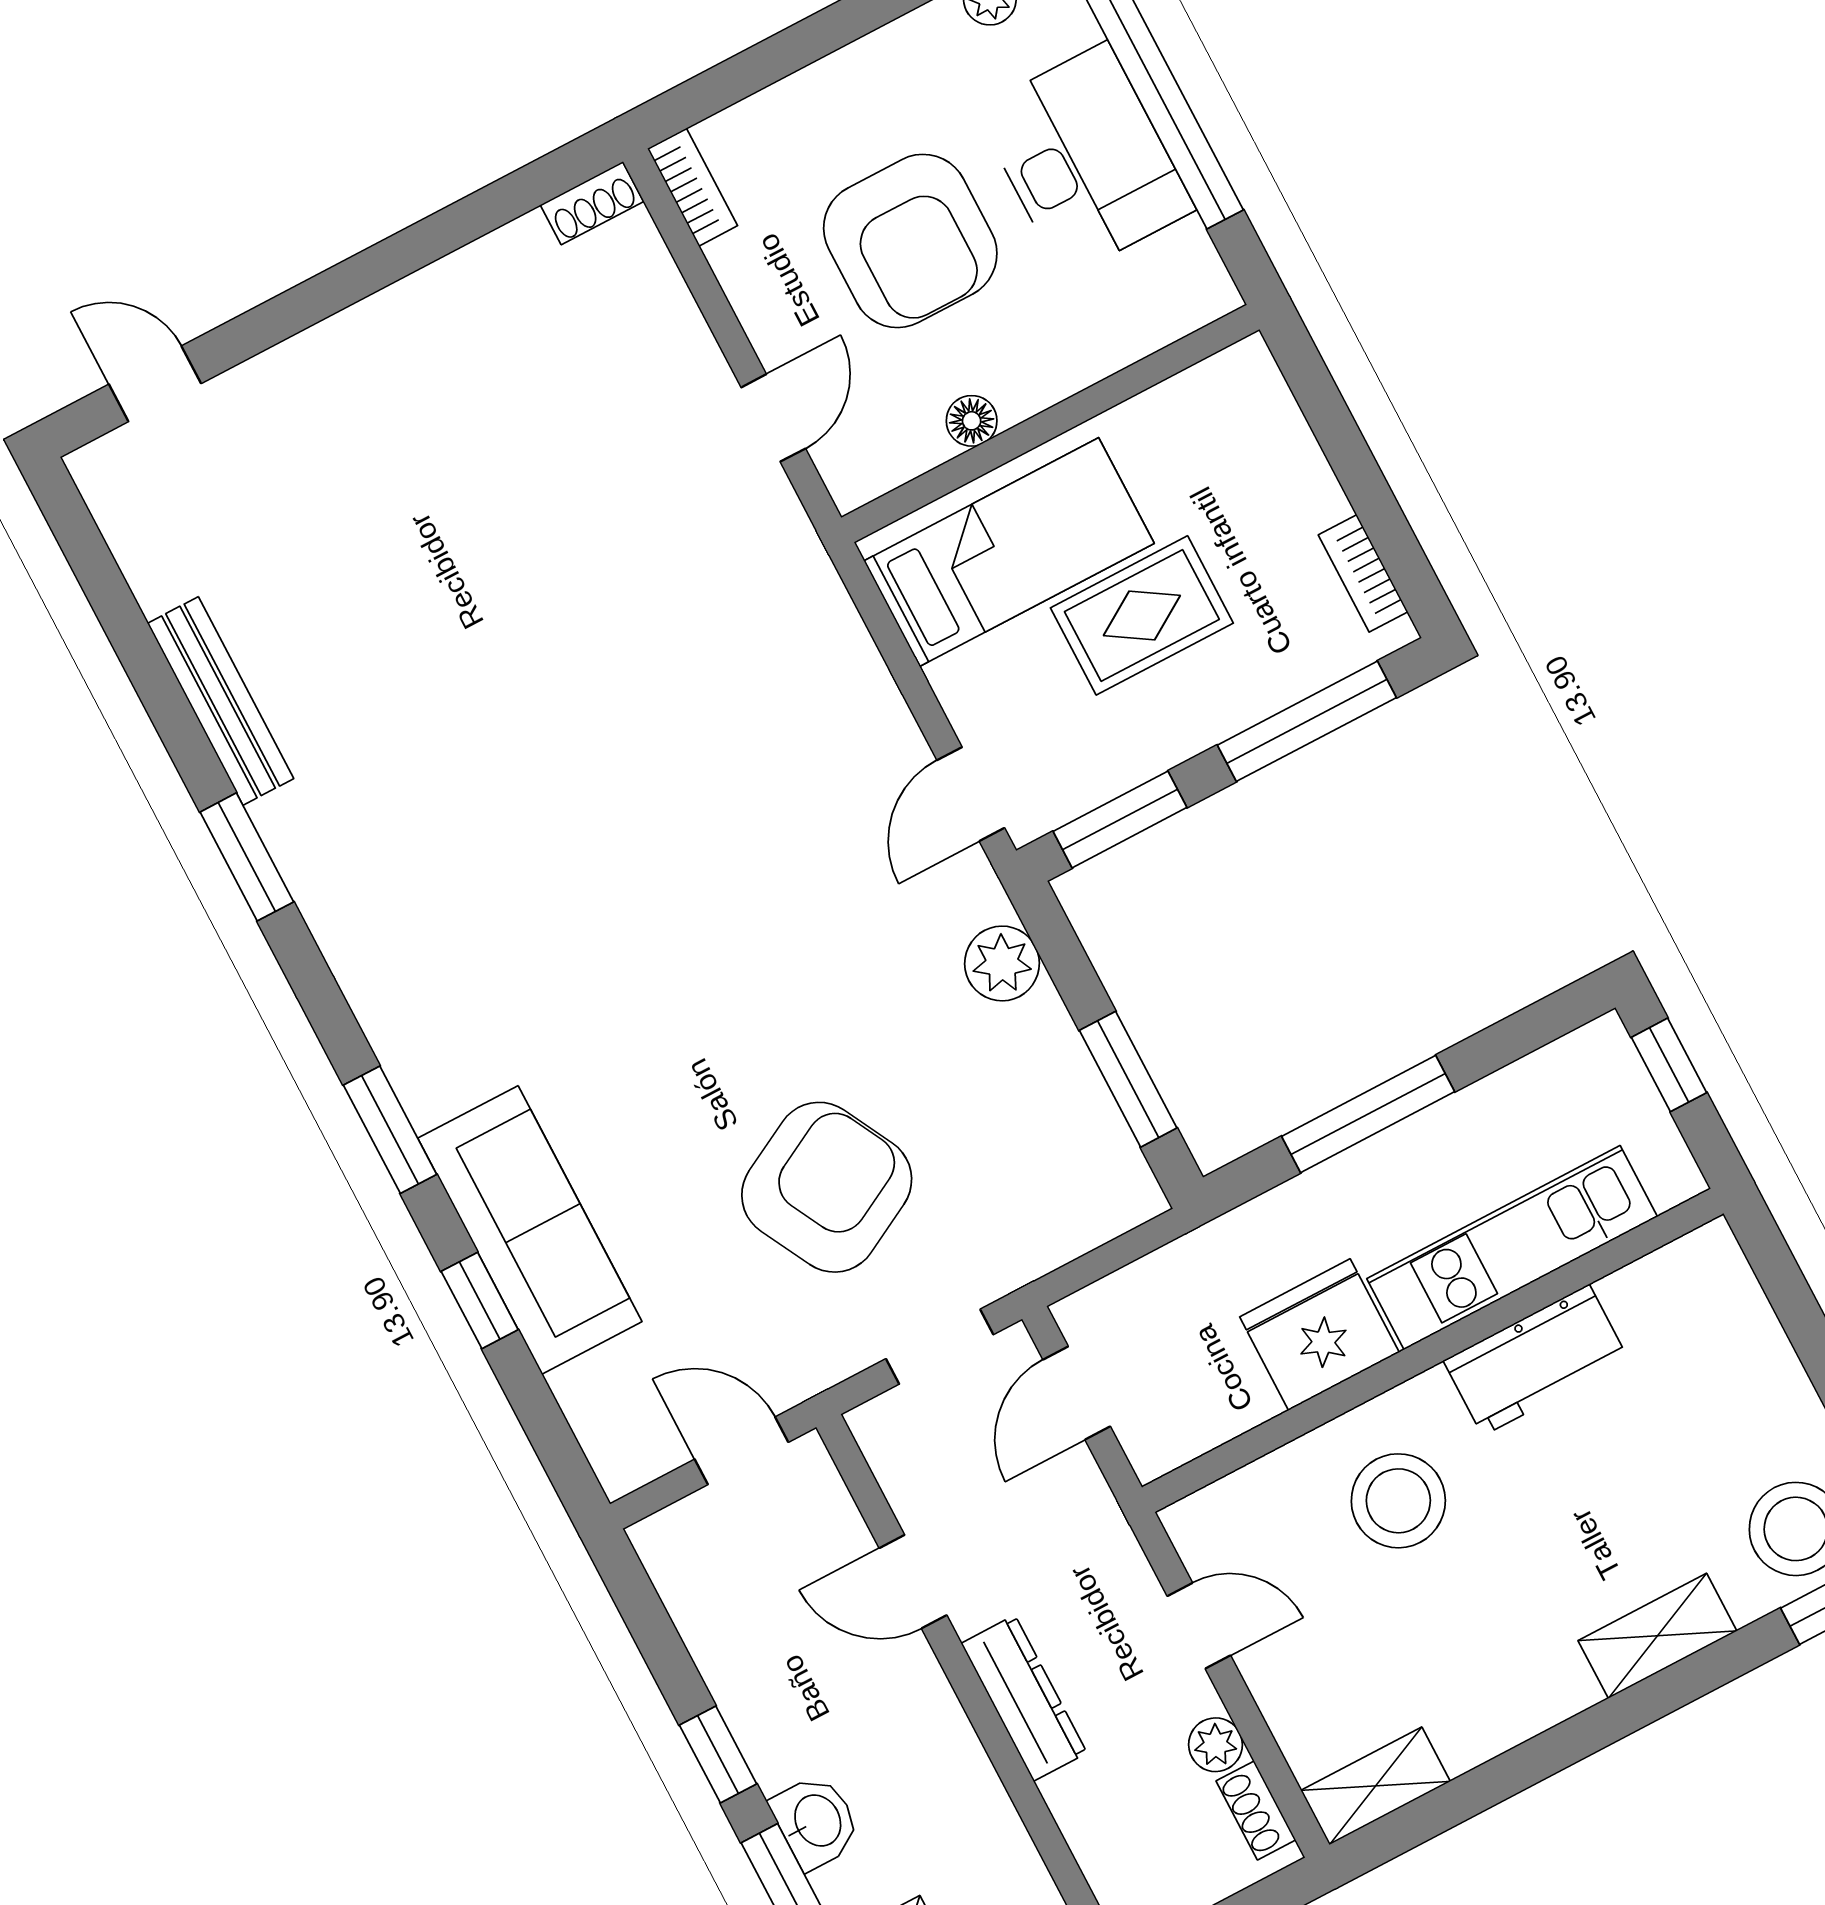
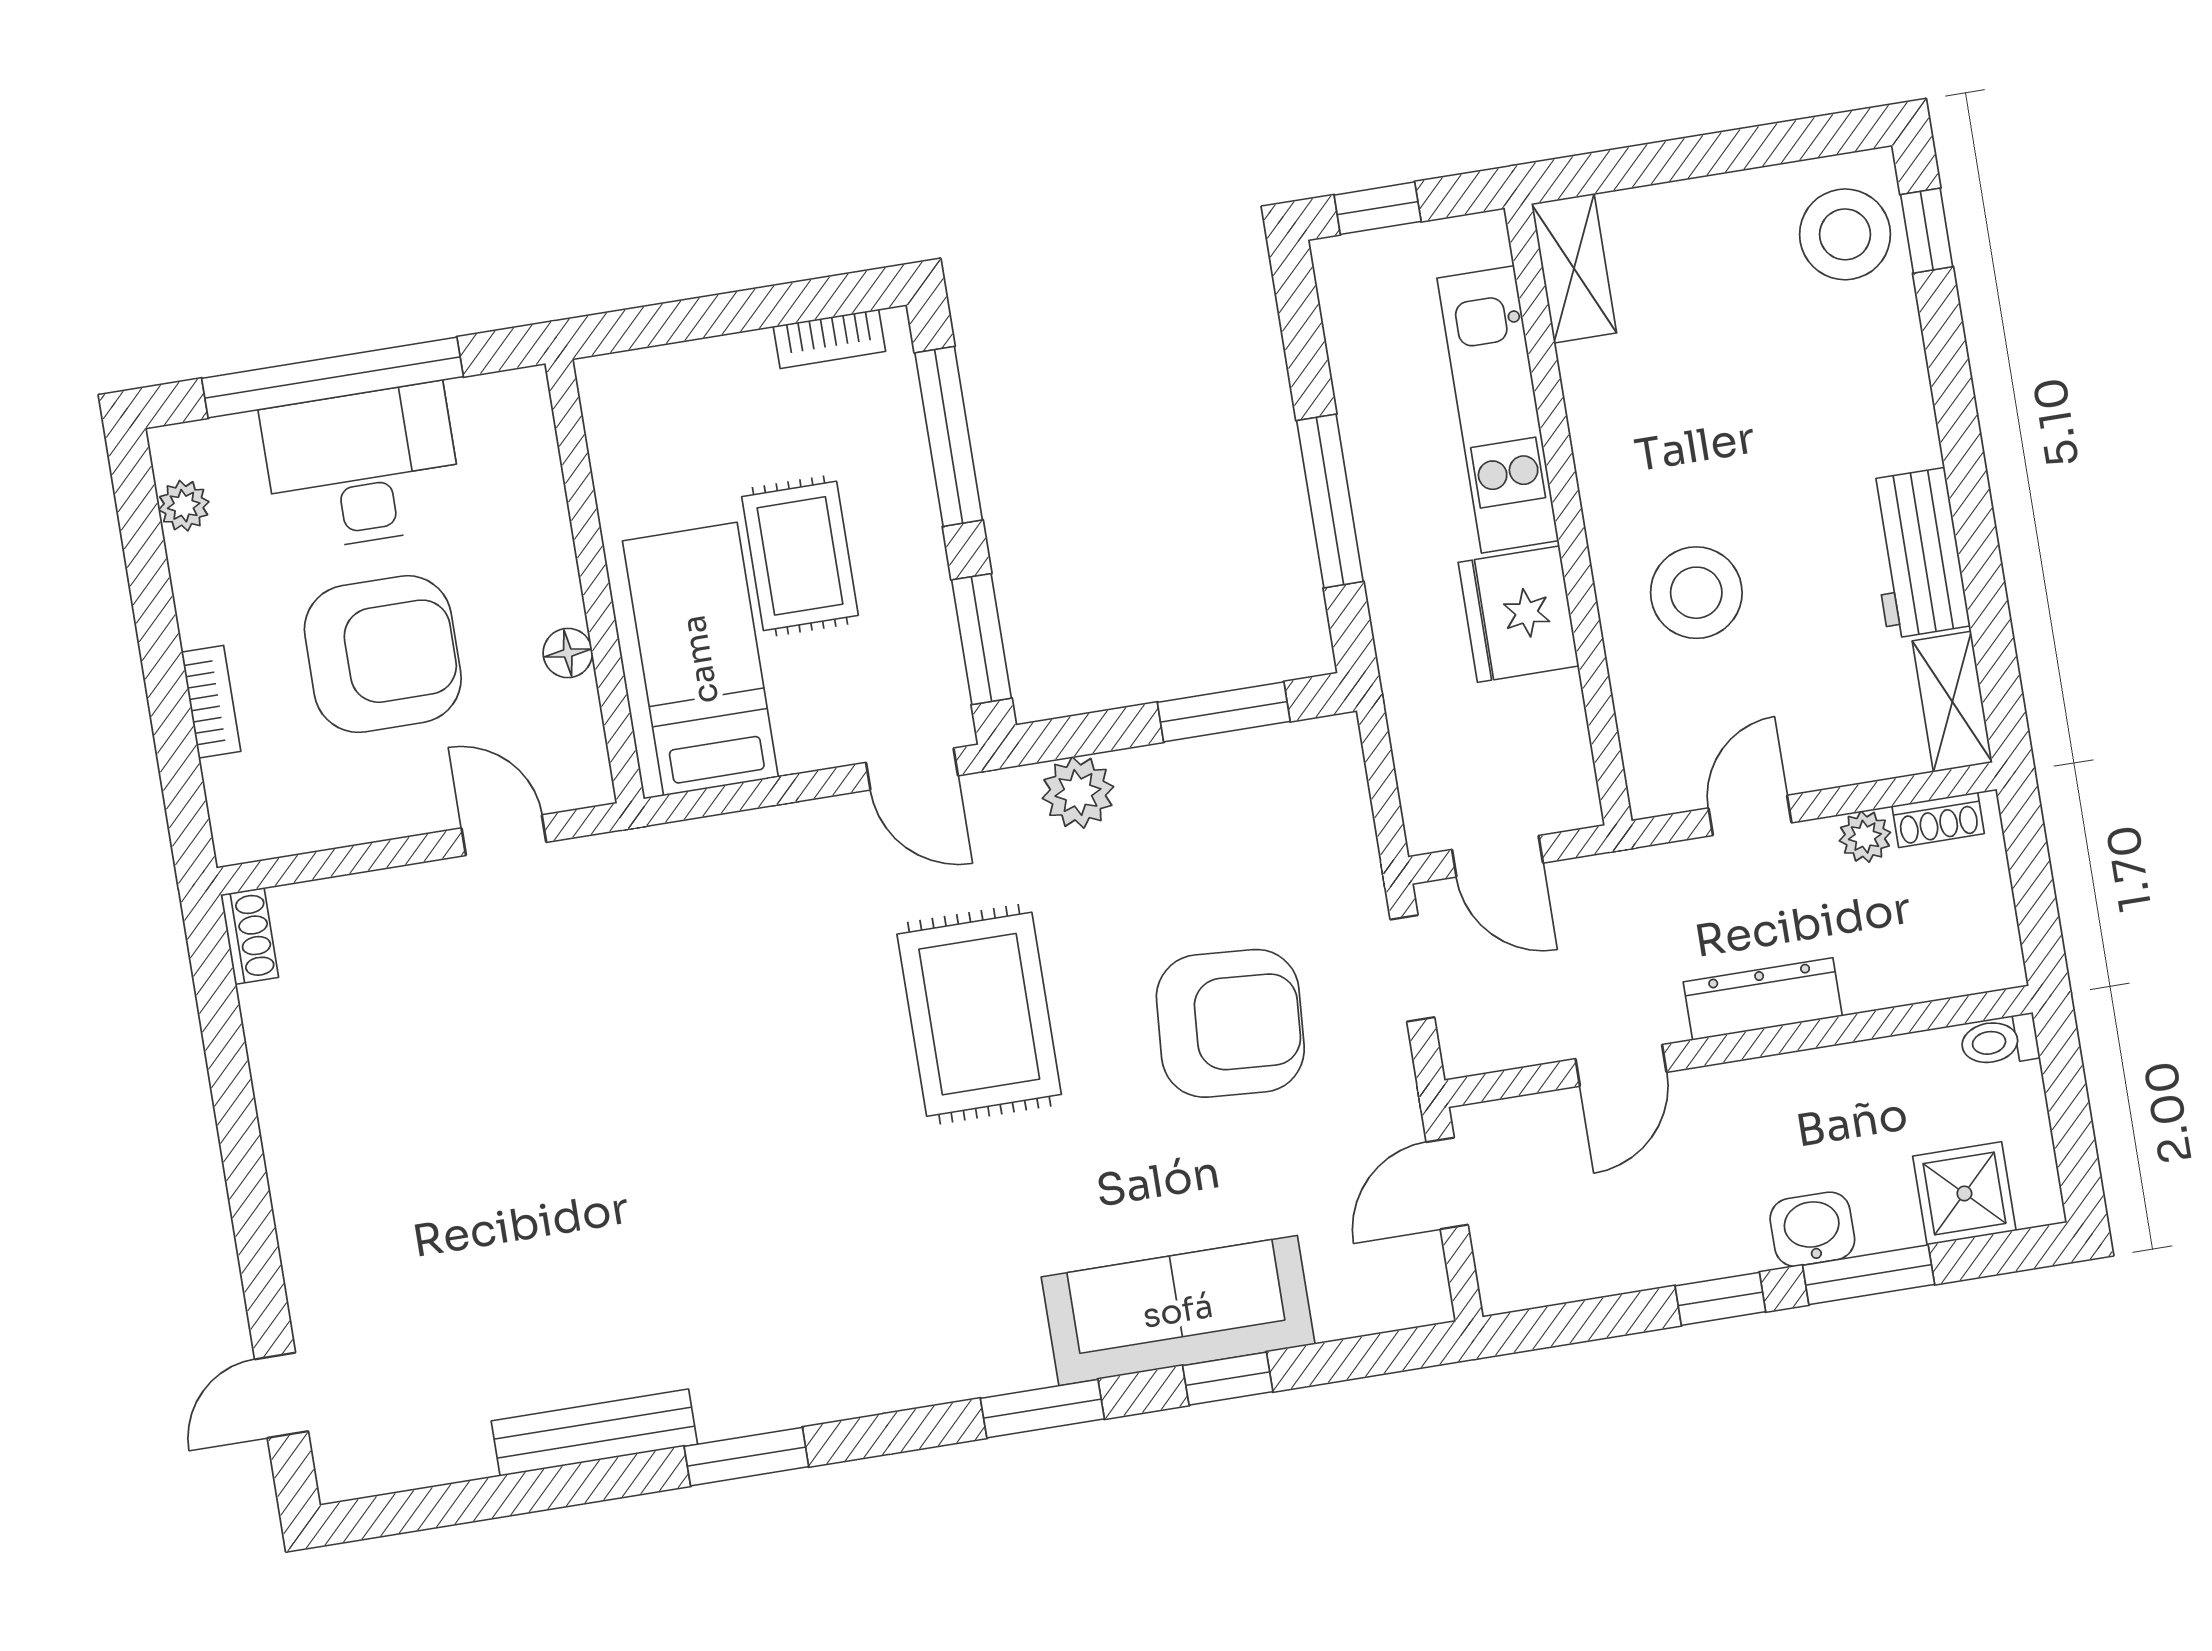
bookcase: (692, 187) -> (211, 702), moved, turned 90
rug: (754, 940) -> (979, 1014), added
armchair: (827, 1187) -> (1230, 1023), turned 122
workbench: (1536, 1360) -> (1917, 553), moved, turned 180
shelving: (1657, 1636) -> (1574, 268), moved

